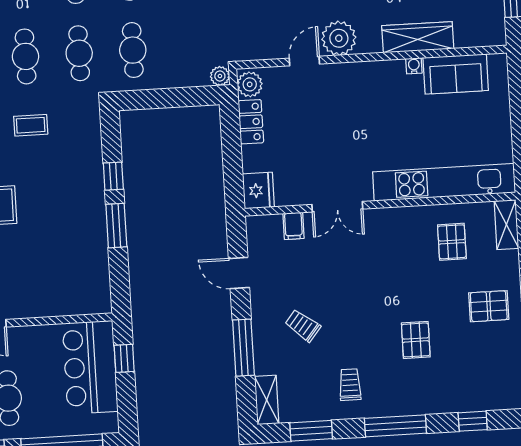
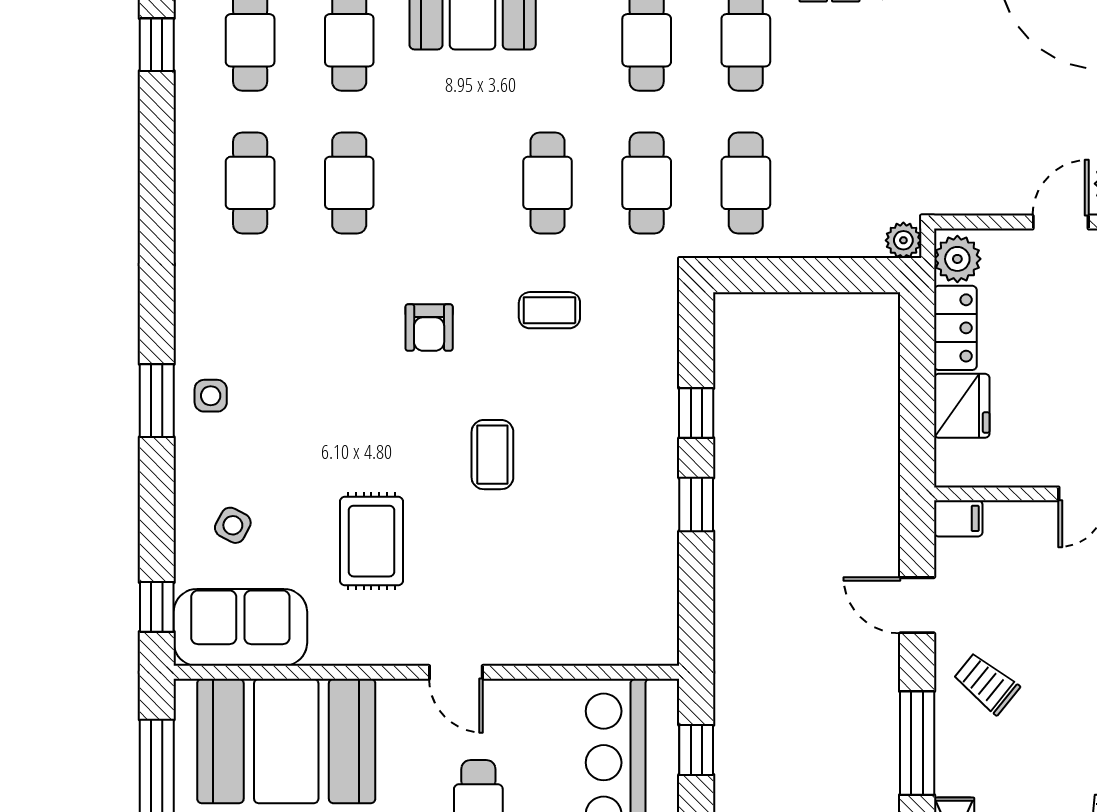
fridge: (258, 190) -> (962, 406), moved
window: (116, 226) -> (696, 504), width x0.67
filing cabinet: (293, 226) -> (958, 518), moved, turned -90
trolley: (303, 325) -> (986, 683), moved

